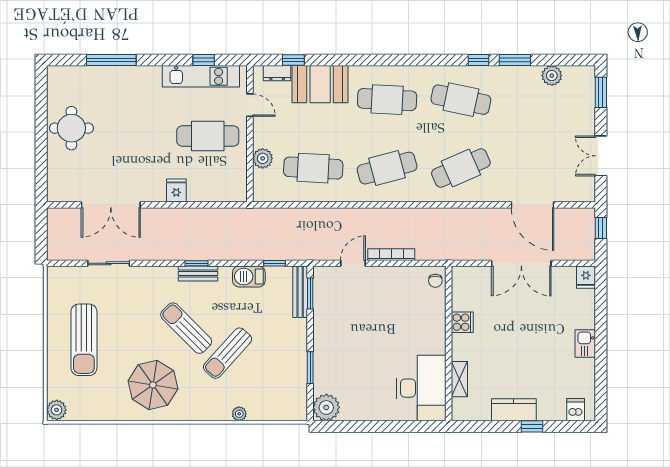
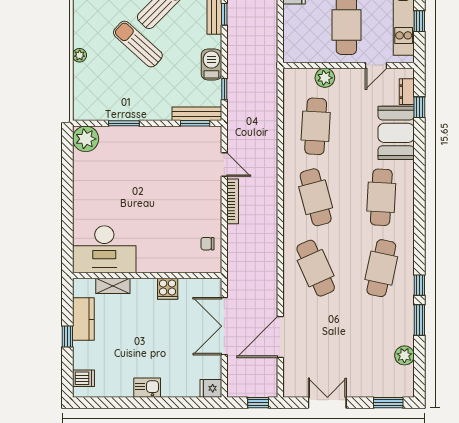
cooker: (462, 322) -> (168, 289), moved
wall: (449, 343) -> (147, 276), moved
shelving: (459, 379) -> (113, 286), moved
desk: (421, 388) -> (104, 249), moved

